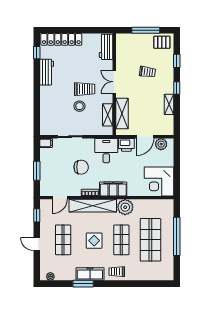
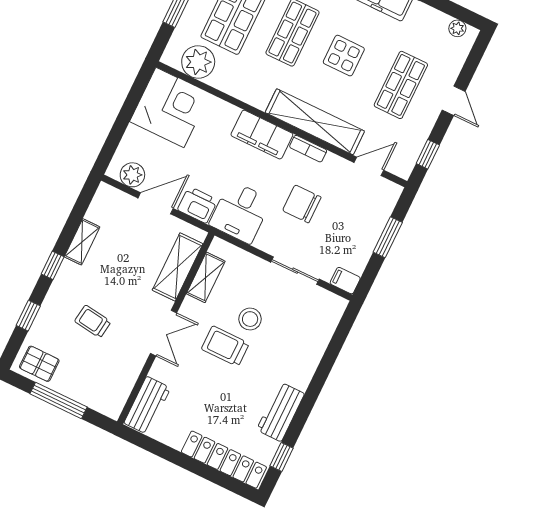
plant: (125, 207) -> (198, 62), moved

